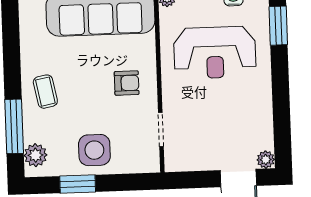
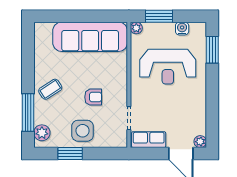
armchair: (127, 83) -> (93, 97), moved
coffee table: (45, 92) -> (50, 89), turned 68
row of seats: (191, 160) -> (149, 140), added

